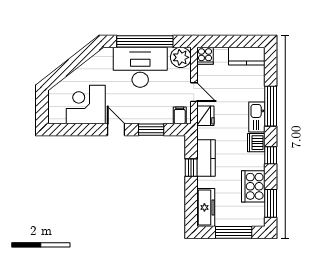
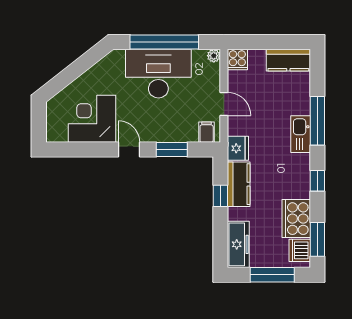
plant: (181, 57) -> (214, 56), width x0.53, depth x0.53
fridge: (205, 116) -> (238, 148), moved
dishwasher: (256, 143) -> (300, 250), moved

